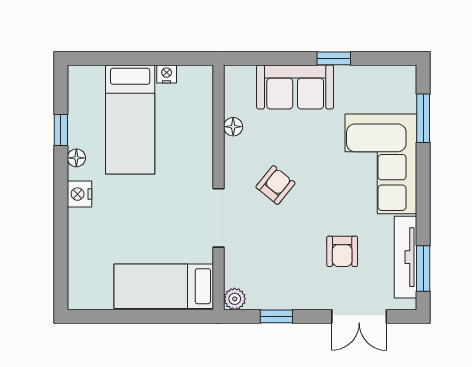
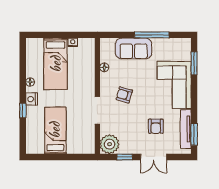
window: (334, 58) -> (152, 35), width x2.17
window: (61, 130) -> (23, 111), moved
armchair: (275, 185) -> (124, 95), turned -113
bed: (164, 286) -> (55, 130), moved, turned 90
plant: (235, 299) -> (110, 144), width x1.88, depth x1.88
double door: (359, 316) -> (154, 157), moved

